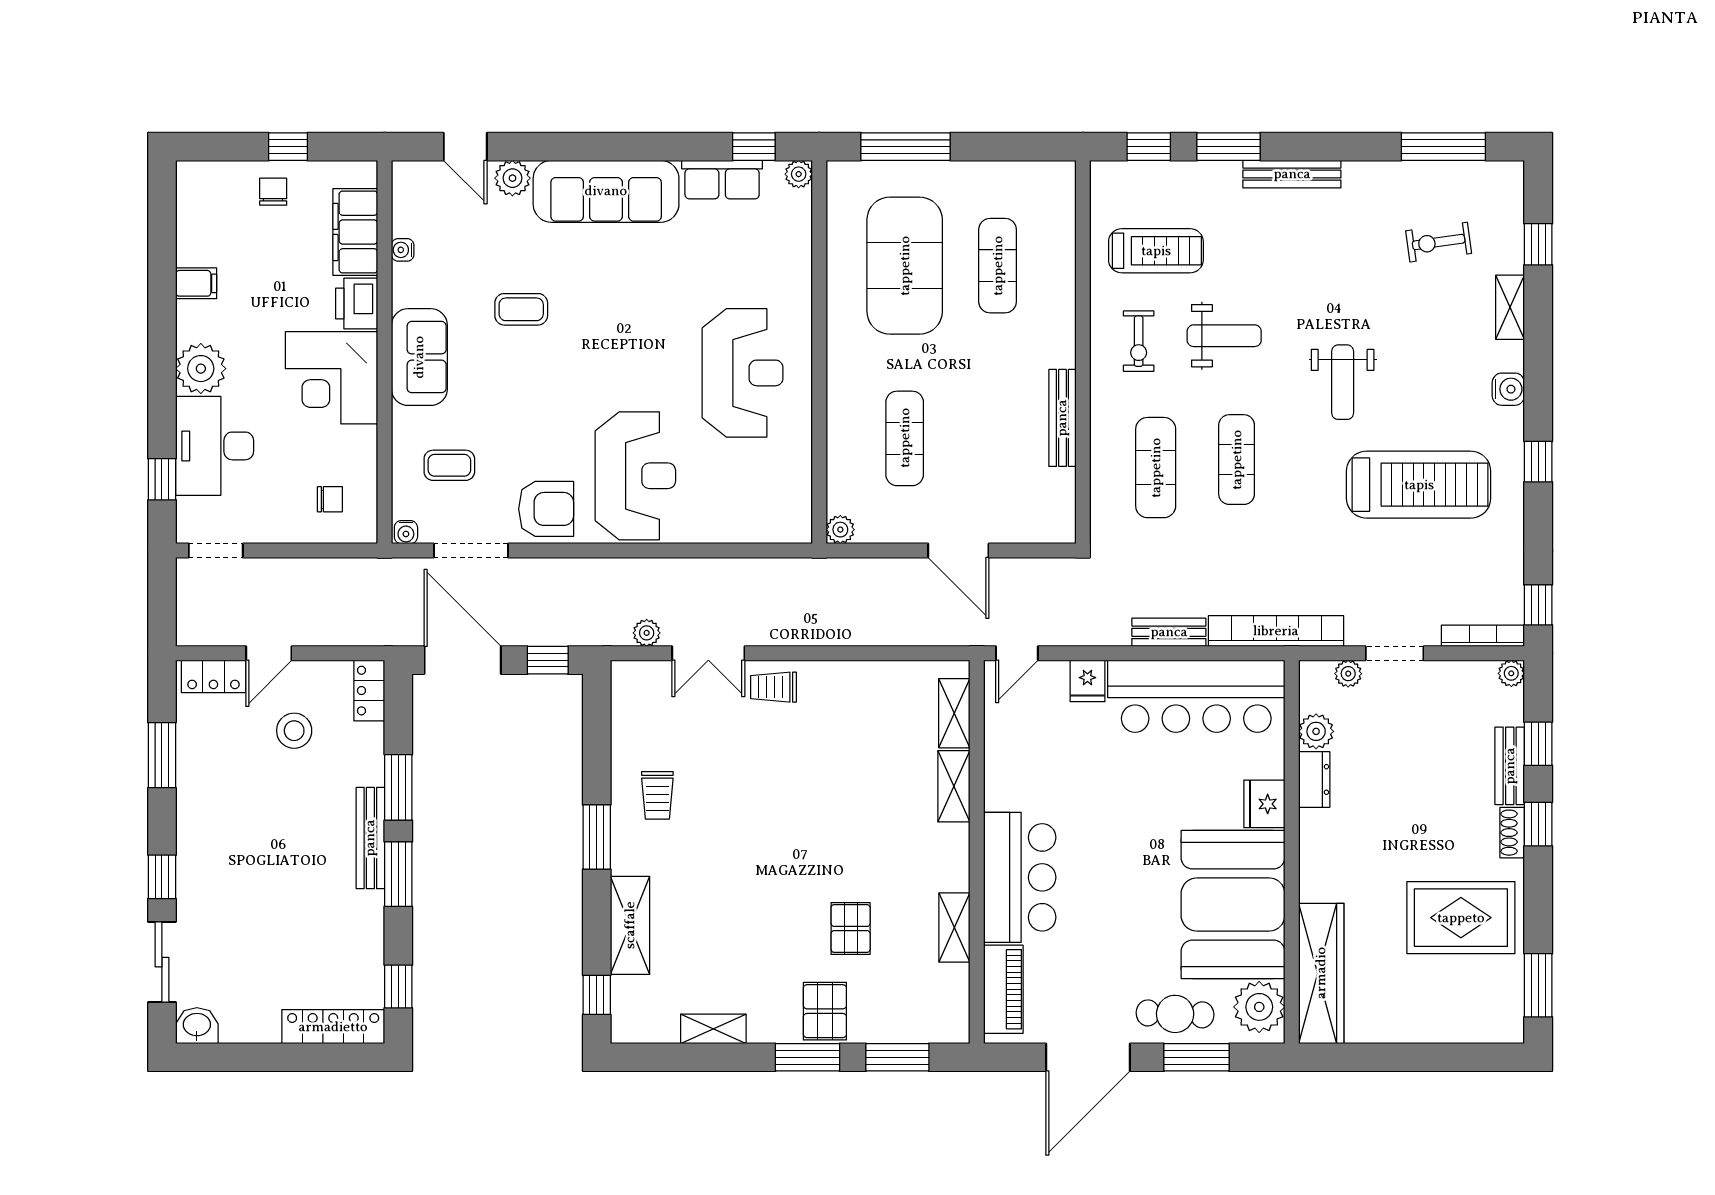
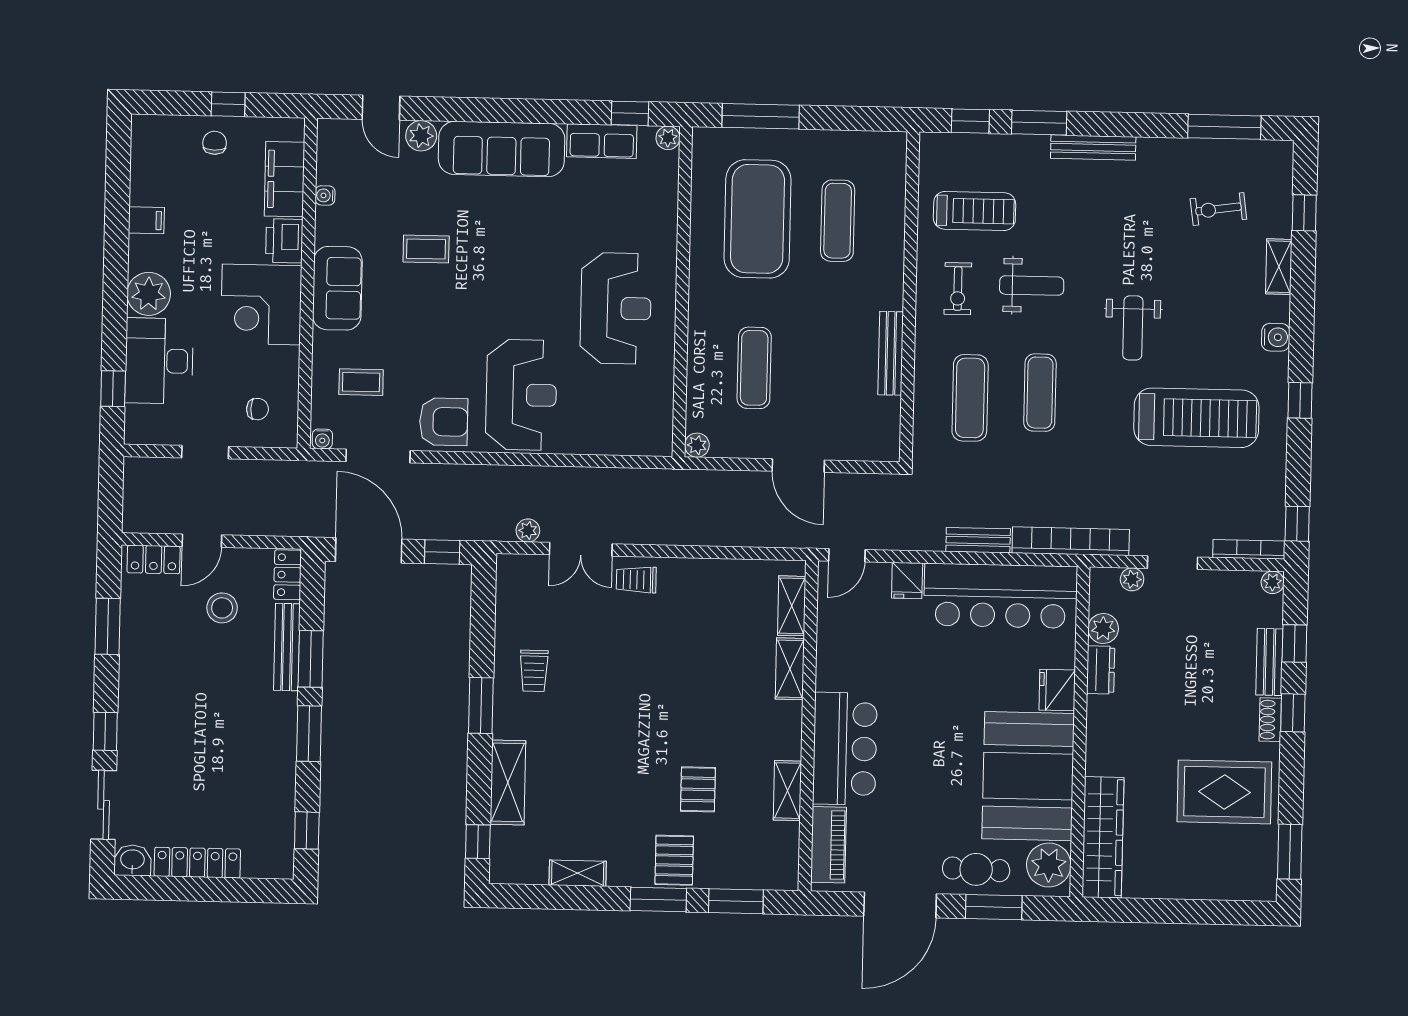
doorway: (216, 551) -> (205, 452), moved
bench: (370, 838) -> (287, 647), moved
locker: (333, 1027) -> (197, 863), moved

